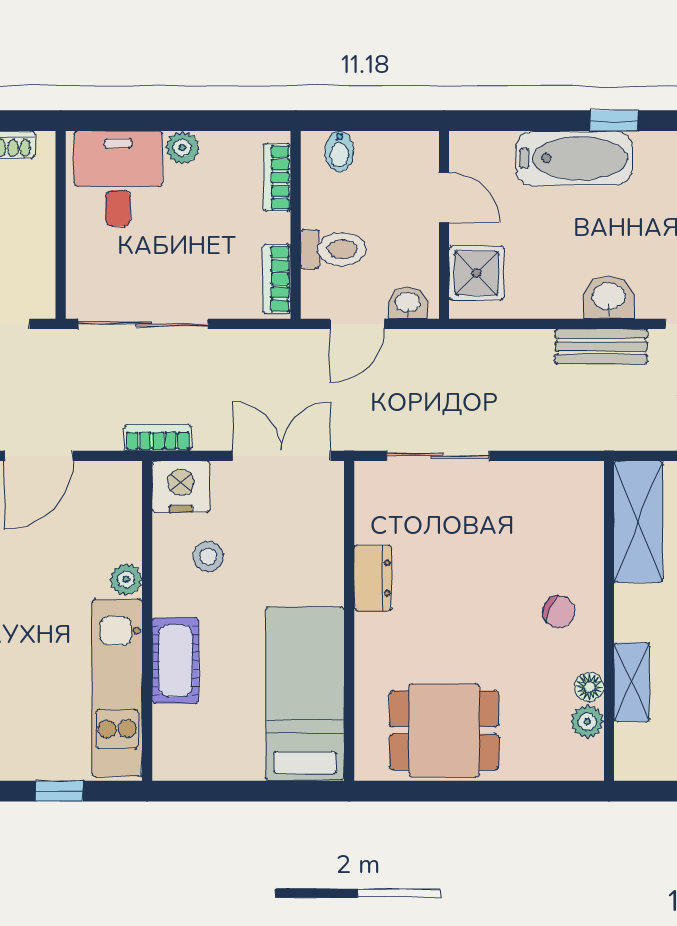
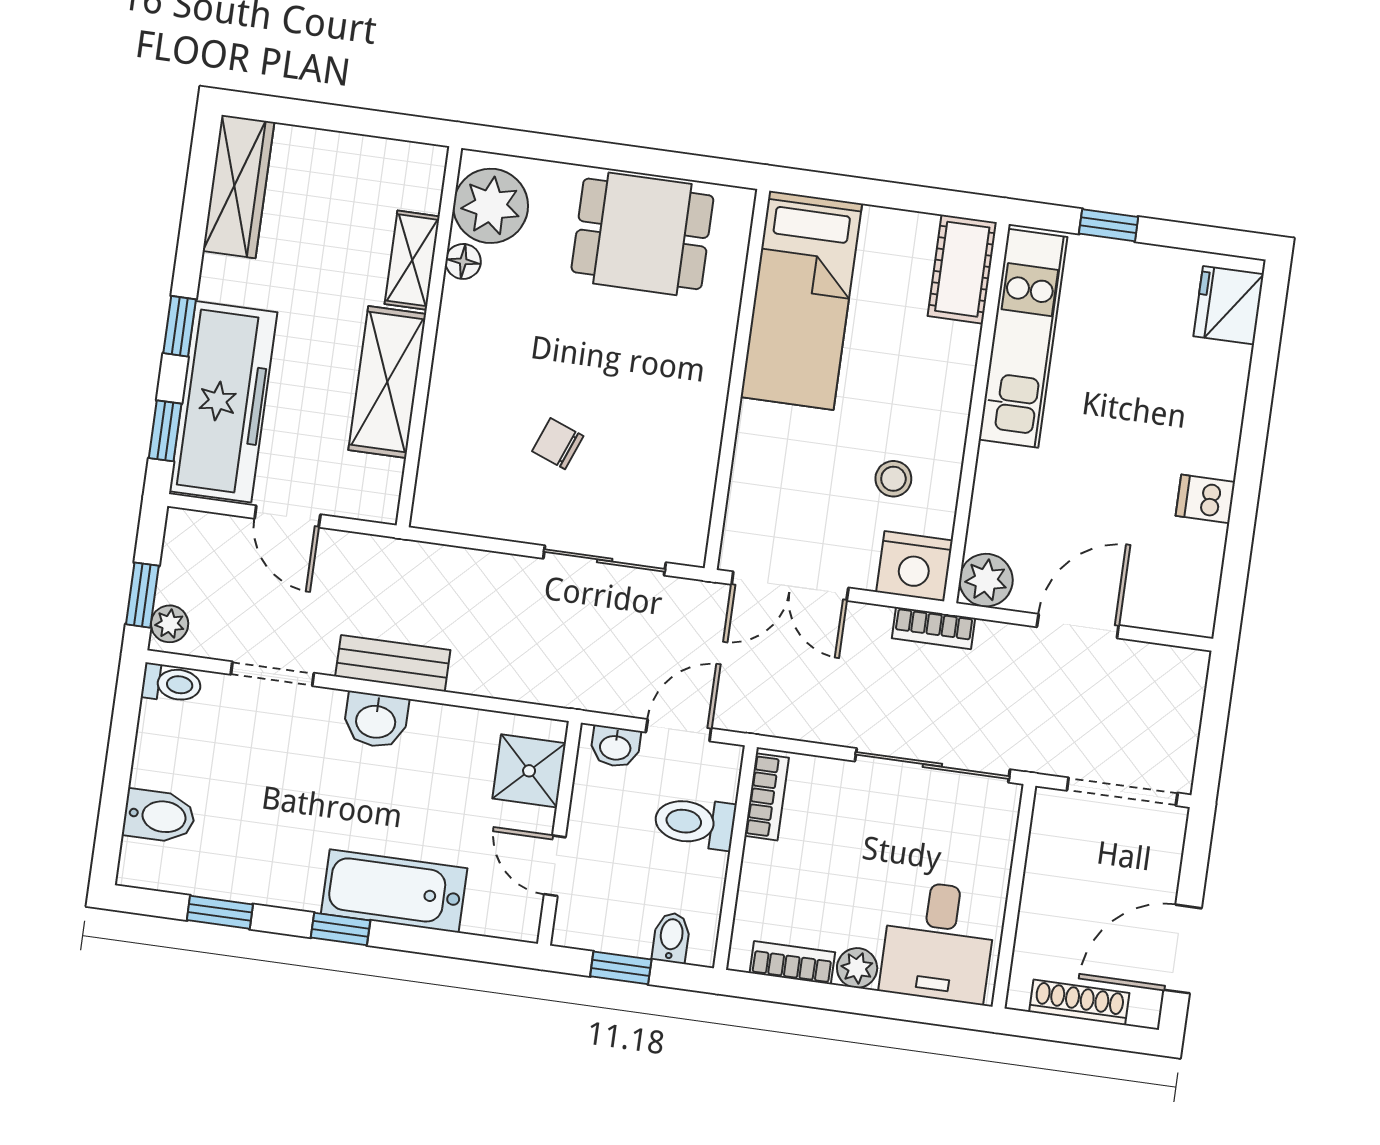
window: (378, 121) -> (621, 968), added
bookcase: (277, 178) -> (792, 963), moved, turned -90
shelving: (638, 522) -> (387, 382), moved
dresser: (373, 578) -> (702, 426), removed
plant: (126, 579) -> (986, 580), moved, width x1.38, depth x1.38
chair: (559, 612) -> (558, 444), moved
cot: (175, 661) -> (962, 269), moved
plant: (587, 722) -> (491, 206), width x1.87, depth x1.87

